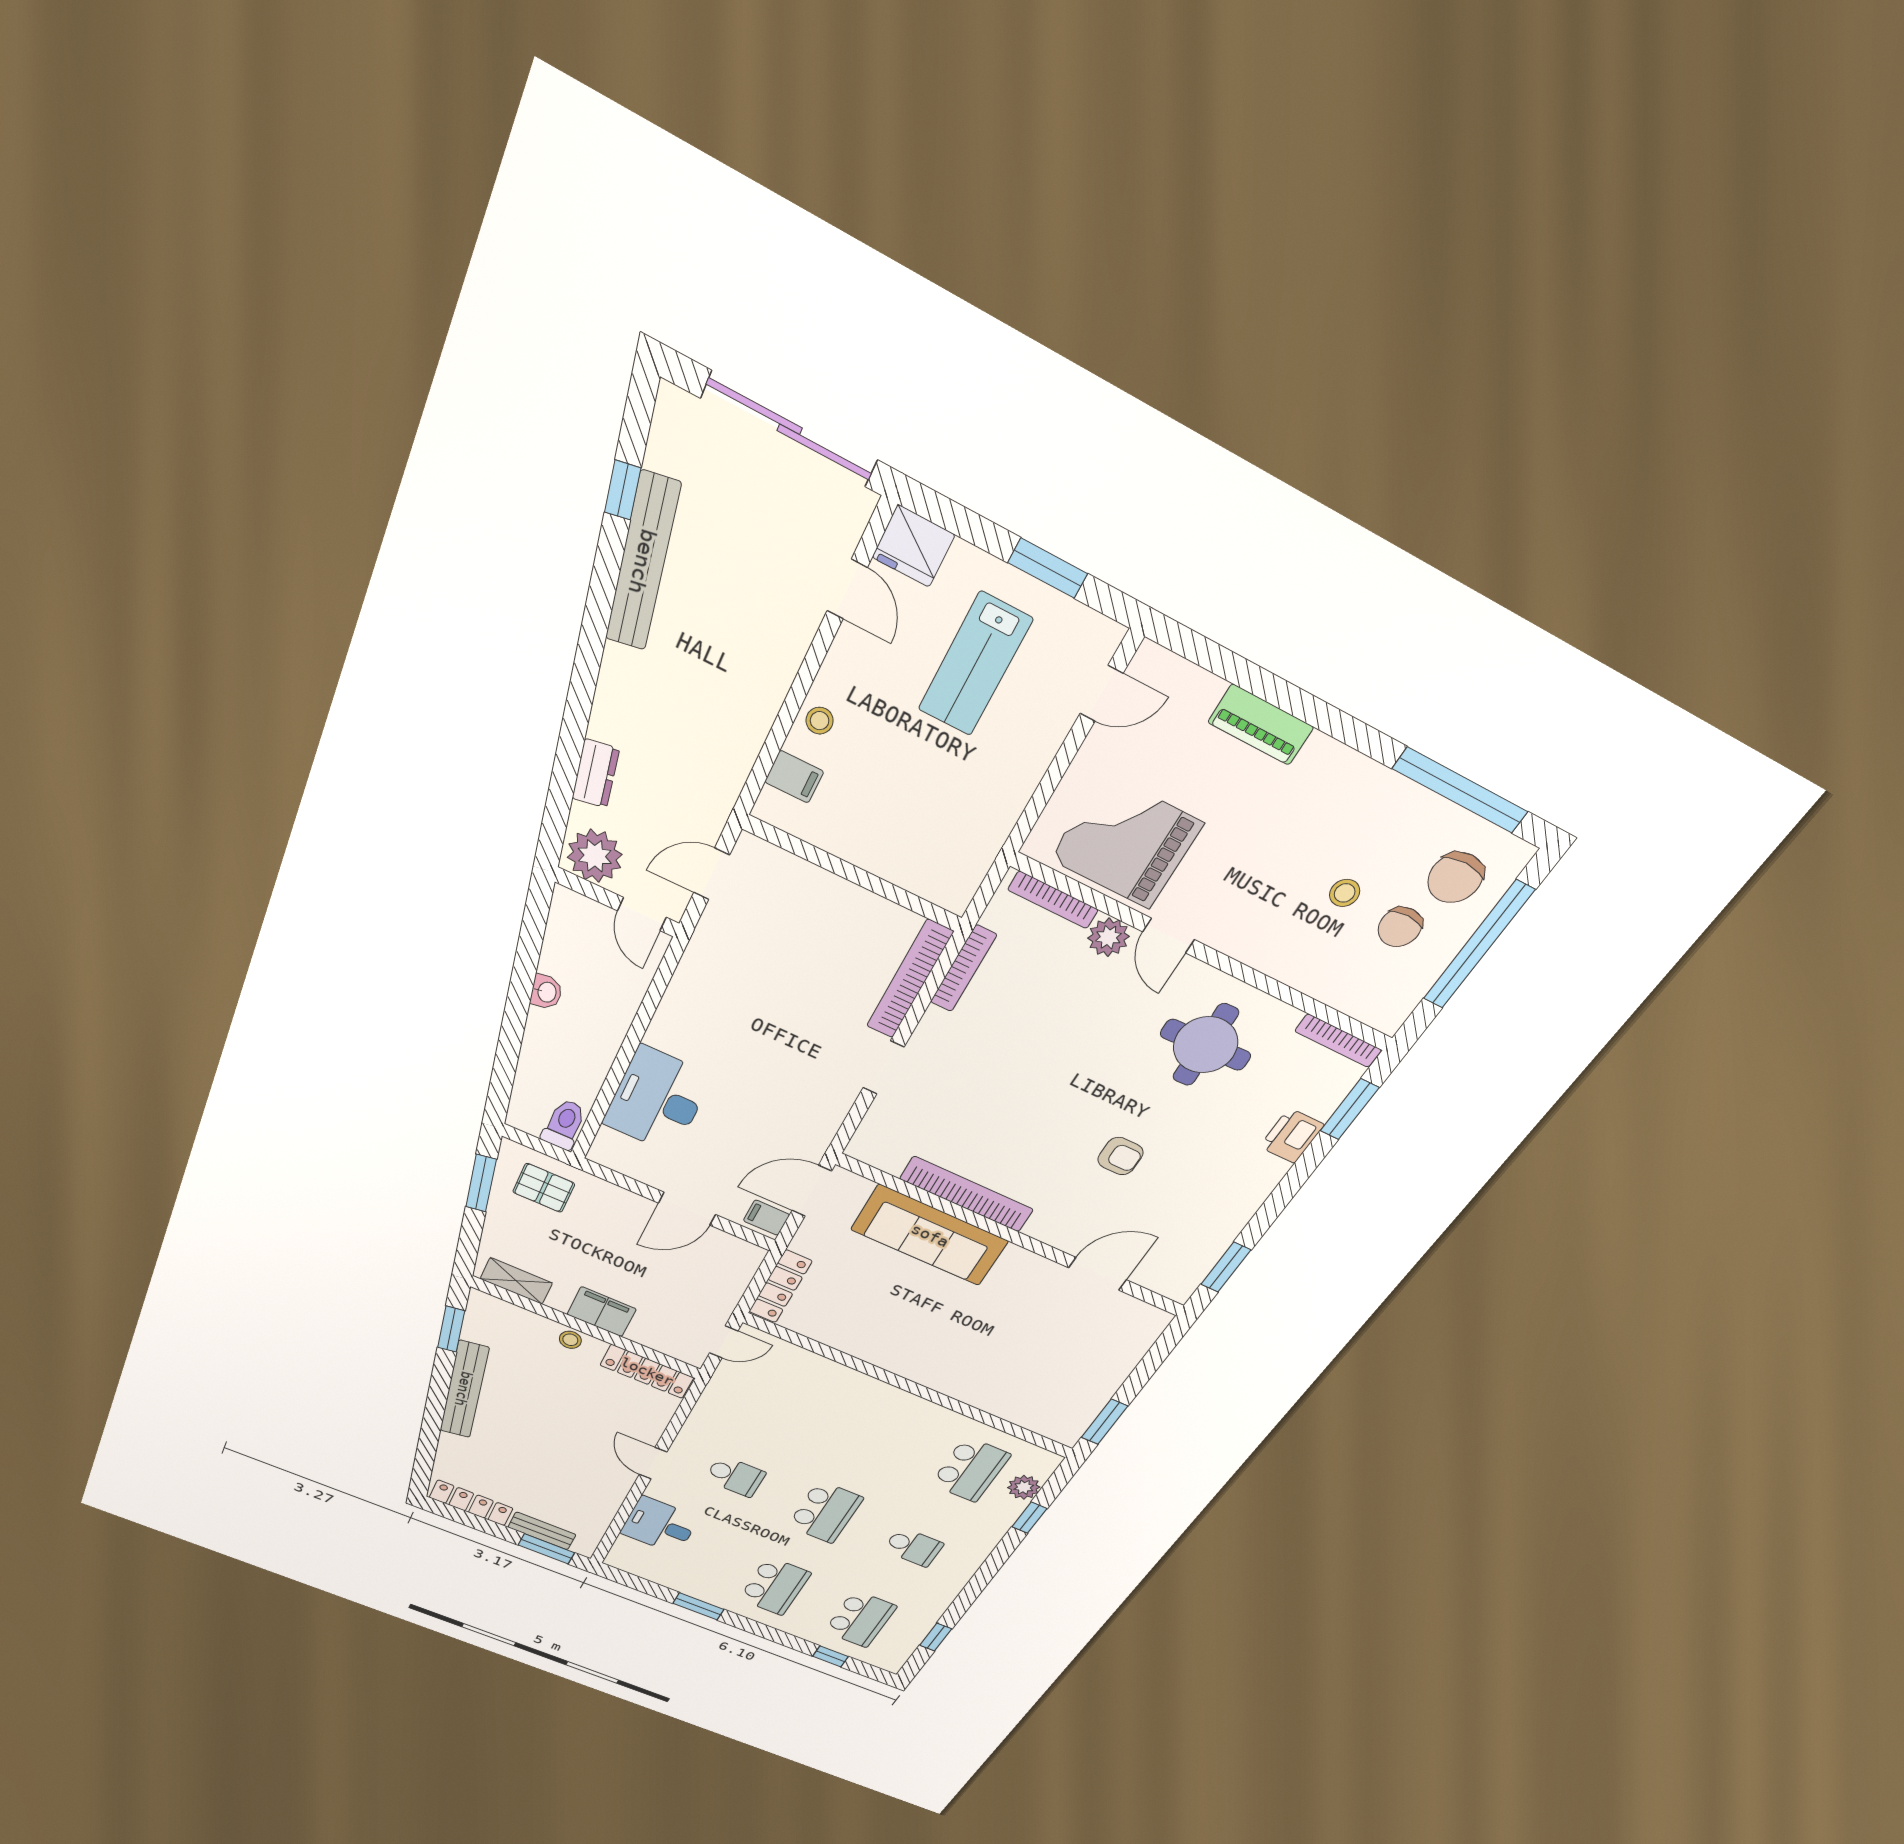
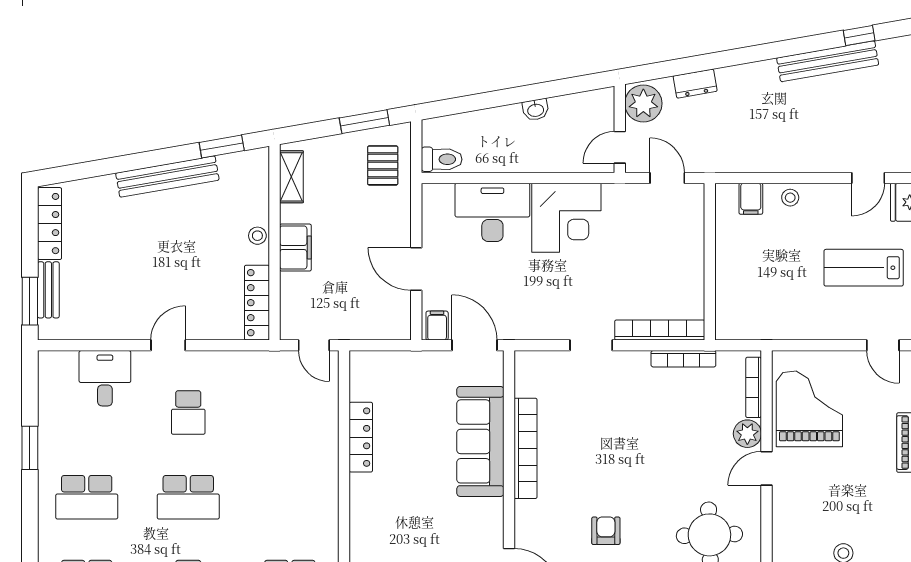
corner desk: (705, 1021) -> (566, 218), added
armchair: (1120, 1156) -> (606, 531), turned 180
locker: (780, 1286) -> (361, 437), moved, turned -90

